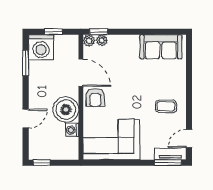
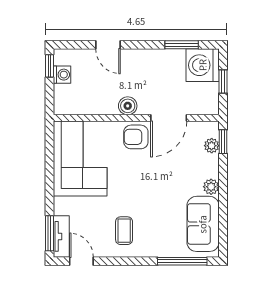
plant: (89, 41) -> (211, 187), moved
window: (189, 62) -> (182, 261), added
boiler: (66, 110) -> (128, 106), width x0.54, depth x0.54
washing machine: (72, 130) -> (62, 75), moved, turned 90

